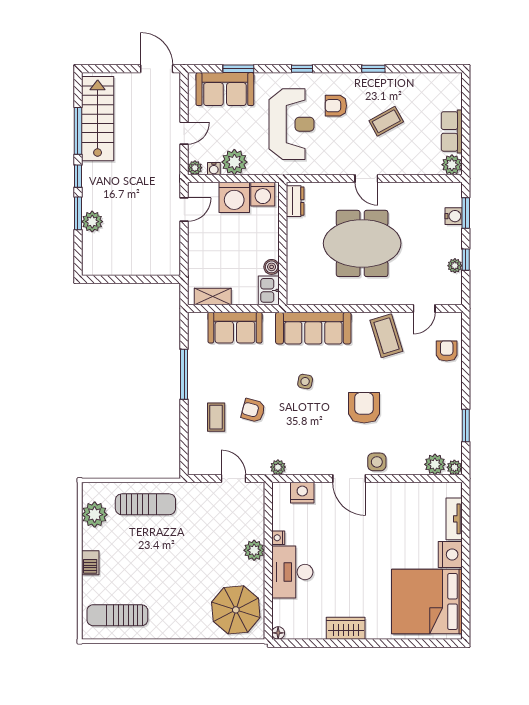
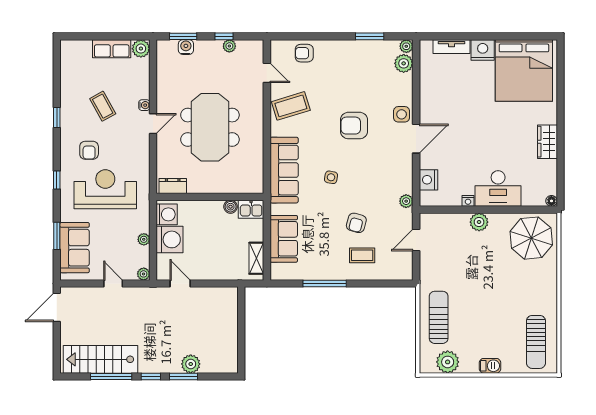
plant: (234, 162) -> (144, 239), width x0.53, depth x0.53
water cooler: (214, 169) -> (144, 105), moved

